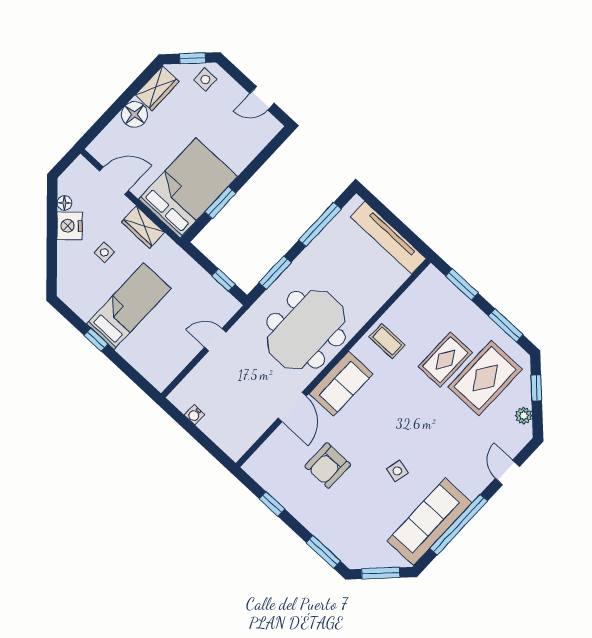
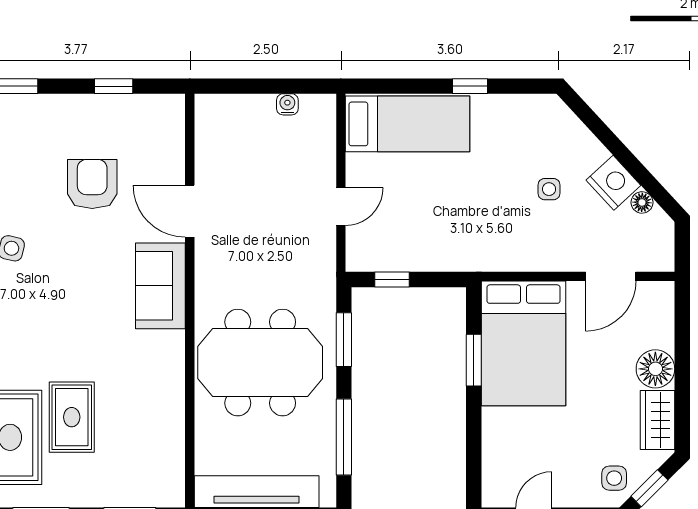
wardrobe: (143, 227) -> (533, 255), removed
bed: (129, 306) -> (407, 124), moved, turned -90
meeting table: (306, 330) -> (260, 363), moved, turned 90
coffee table: (387, 341) -> (153, 379), removed

